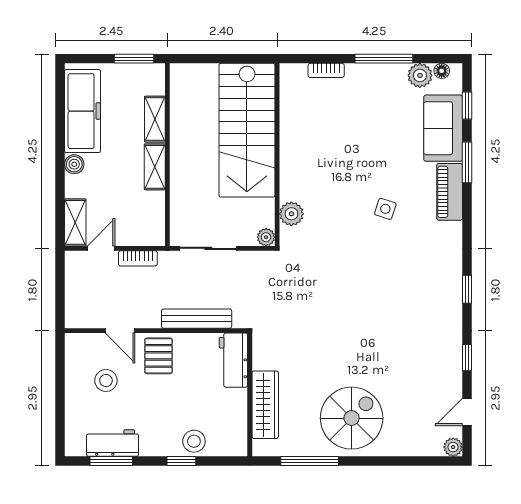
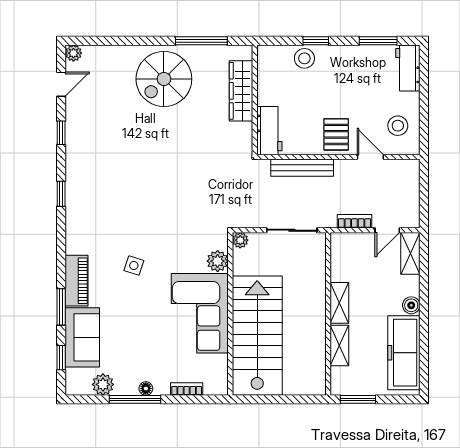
floor lamp: (442, 71) -> (146, 388), moved
corner sofa: (311, 155) -> (200, 313), added
stool: (106, 380) -> (398, 126), moved
workbench: (113, 443) -> (408, 68), moved, turned 90

